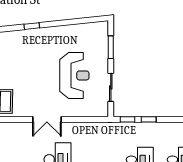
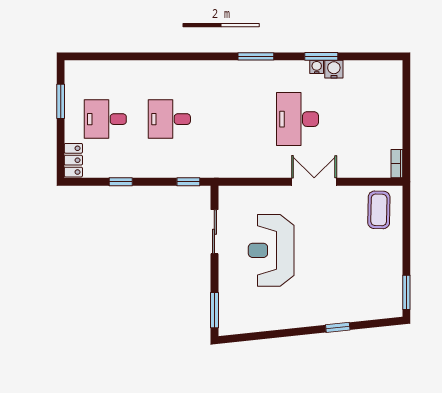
window: (111, 47) -> (214, 310), moved
window: (149, 119) -> (121, 182), moved

